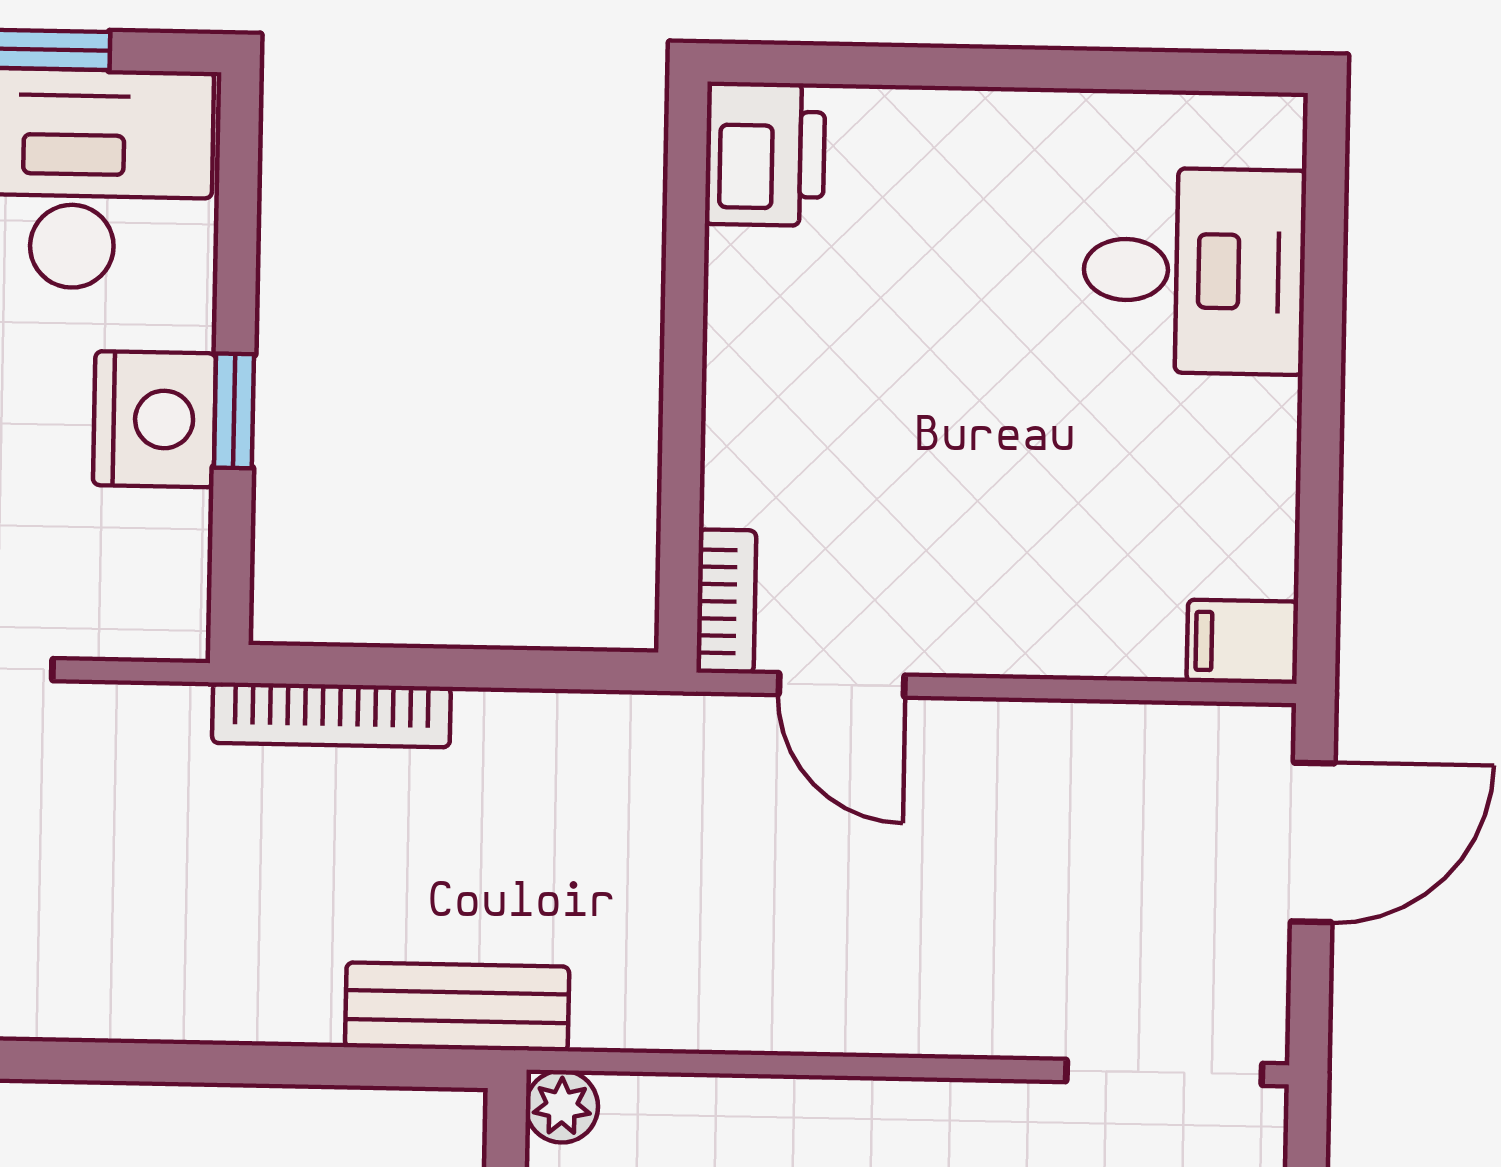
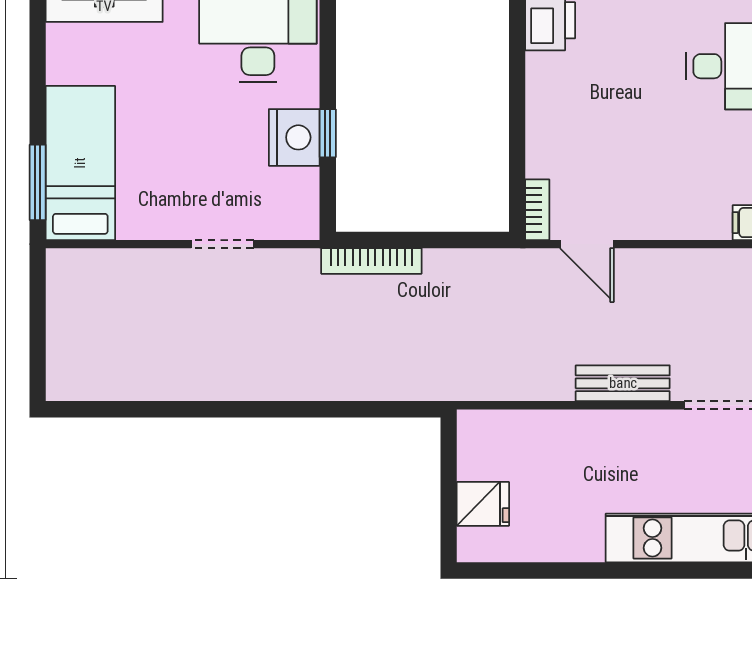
bench: (457, 1007) -> (623, 383), moved
plant: (562, 1107) -> (472, 425), removed

